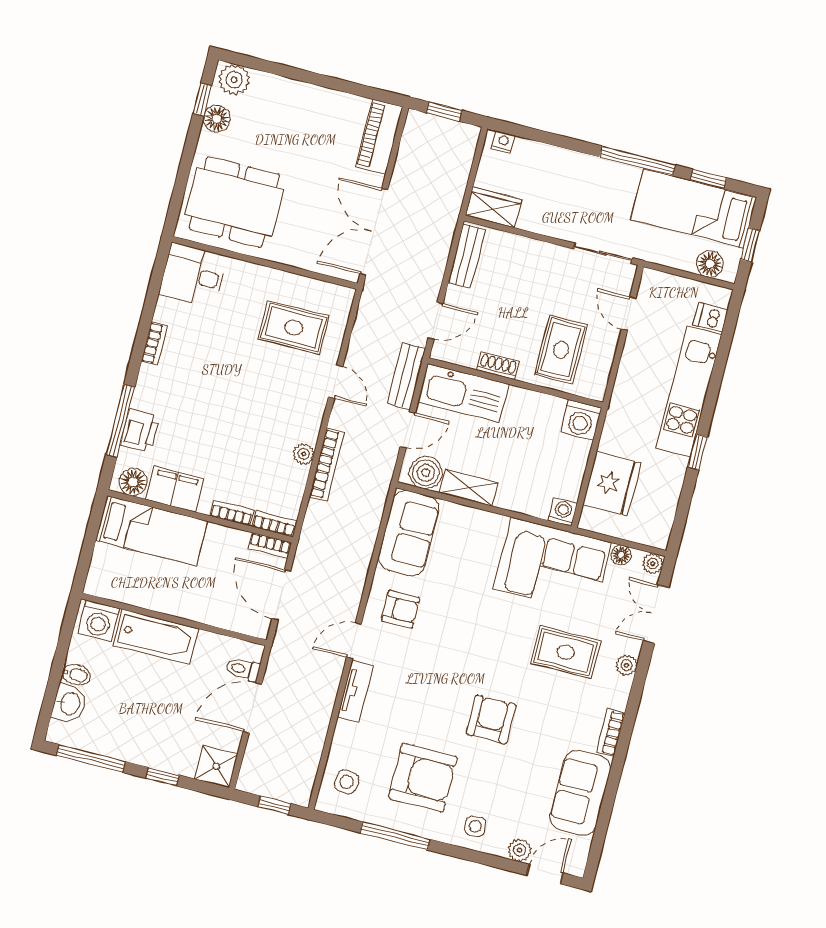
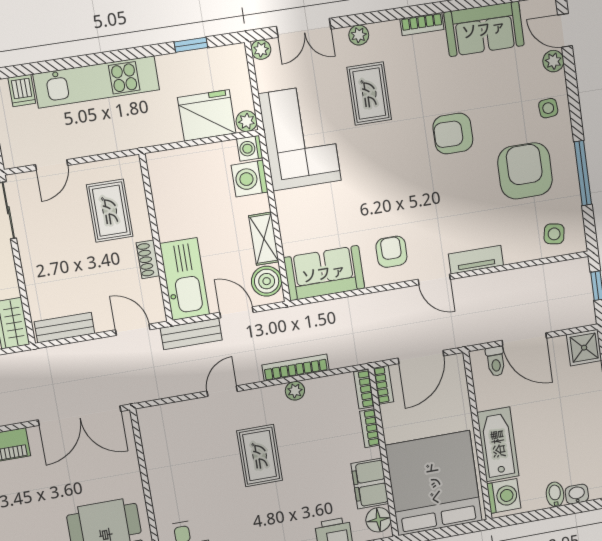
rug: (294, 327) -> (260, 456), moved
rug: (561, 350) -> (110, 211), turned 90
washing machine: (581, 420) -> (250, 179), moved, turned 180
window: (697, 452) -> (191, 45), moved
plant: (590, 520) -> (247, 121), added
bed: (151, 531) -> (434, 483), width x2.04
floor lamp: (621, 555) -> (265, 81), removed
washbasin: (69, 704) -> (577, 494), width x0.72, depth x0.69

